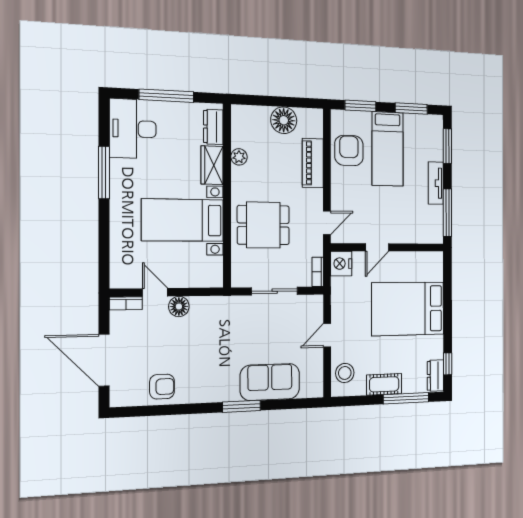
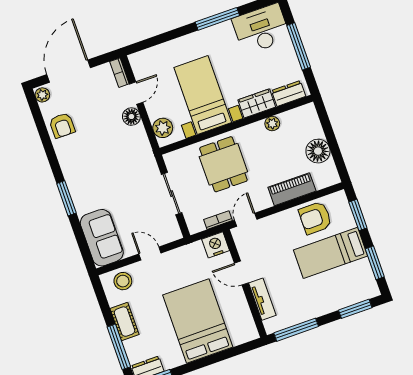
armchair: (349, 150) -> (315, 218), turned 180
tv unit: (436, 183) -> (262, 299), moved, turned 90
door: (327, 223) -> (246, 220), swing flipped
bookcase: (318, 272) -> (218, 220), moved
plant: (203, 276) -> (163, 128), added
sofa: (270, 382) -> (102, 238), moved
plant: (120, 398) -> (42, 95), added

